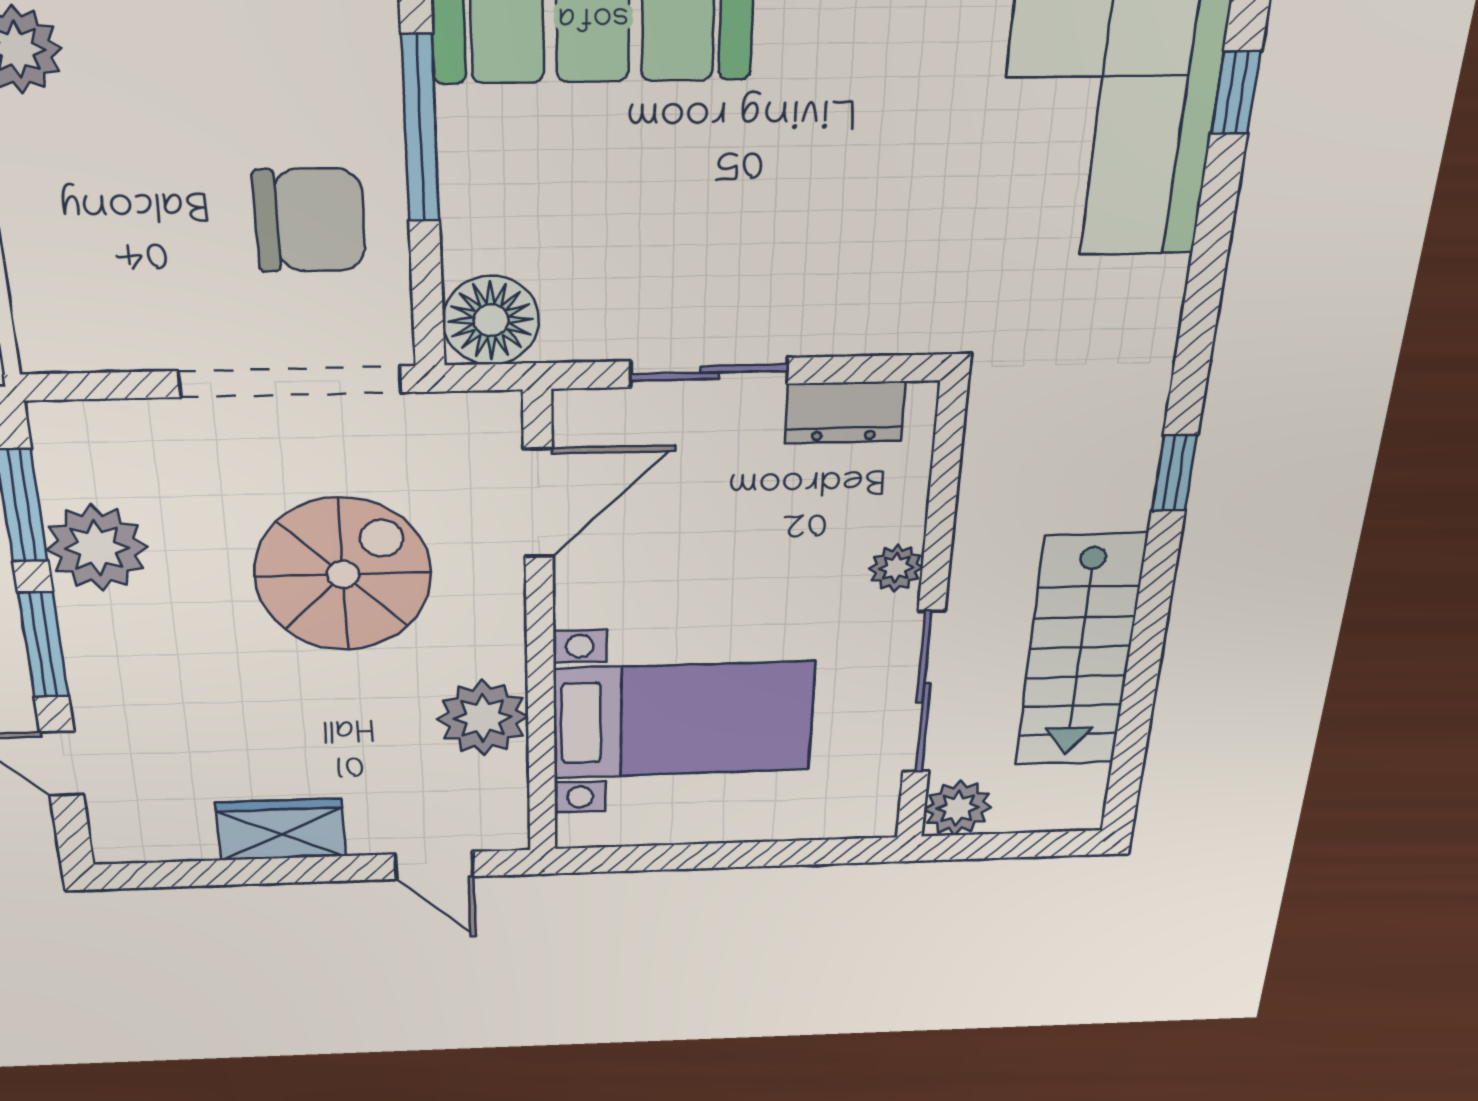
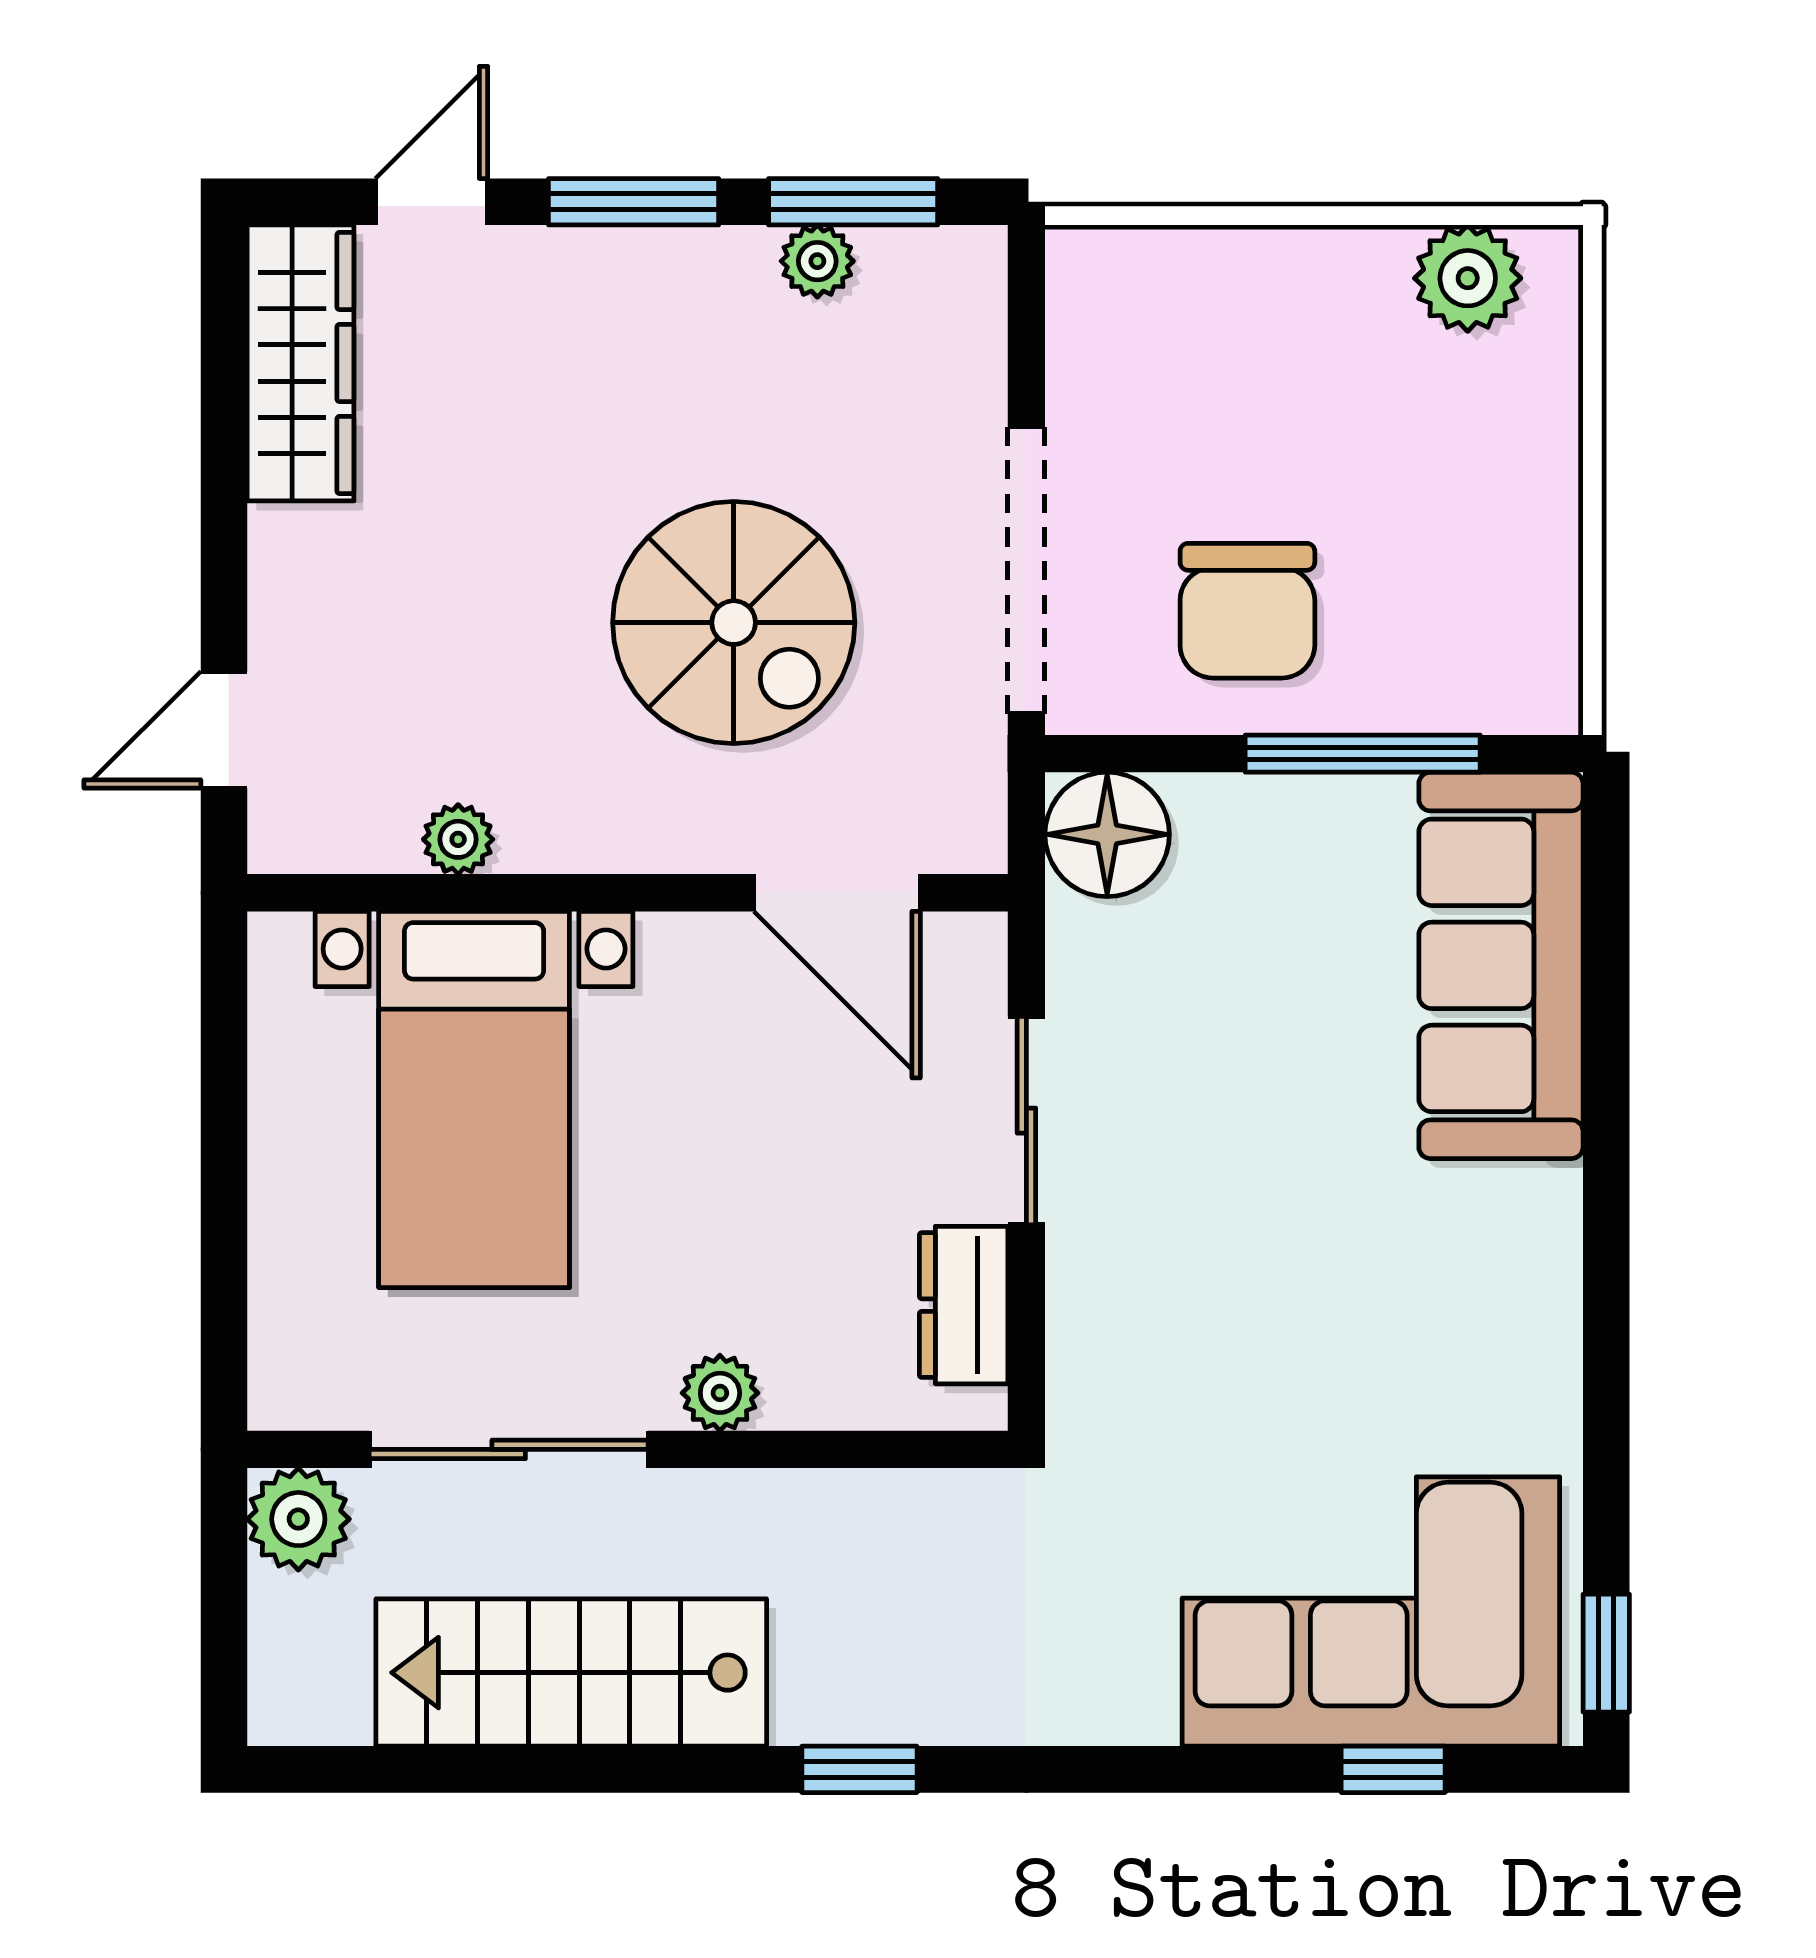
plant: (97, 548) -> (817, 261), width x0.53, depth x0.53
plant: (483, 718) -> (458, 839), width x0.53, depth x0.53
wardrobe: (281, 830) -> (301, 363), moved, width x1.50

